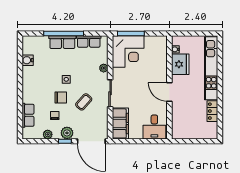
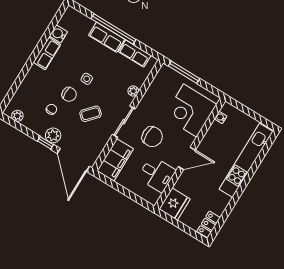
corner desk: (128, 52) -> (190, 111), moved, turned 90
fridge: (180, 64) -> (175, 204), moved
chair: (136, 92) -> (152, 137), added
door: (169, 92) -> (187, 158), swing flipped
locker: (212, 111) -> (209, 225), moved
row of seats: (28, 115) -> (47, 53), moved
desk: (154, 127) -> (157, 174), moved, turned -90
plant: (48, 134) -> (17, 116), moved

